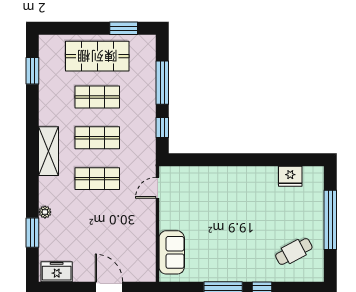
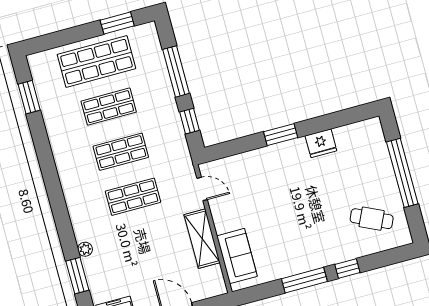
shelving: (48, 151) -> (202, 239), moved
window: (236, 160) -> (281, 135), added
fridge: (290, 176) -> (321, 143), moved
door: (157, 188) -> (202, 189), swing flipped
cafe table: (294, 252) -> (372, 219), turned 53

